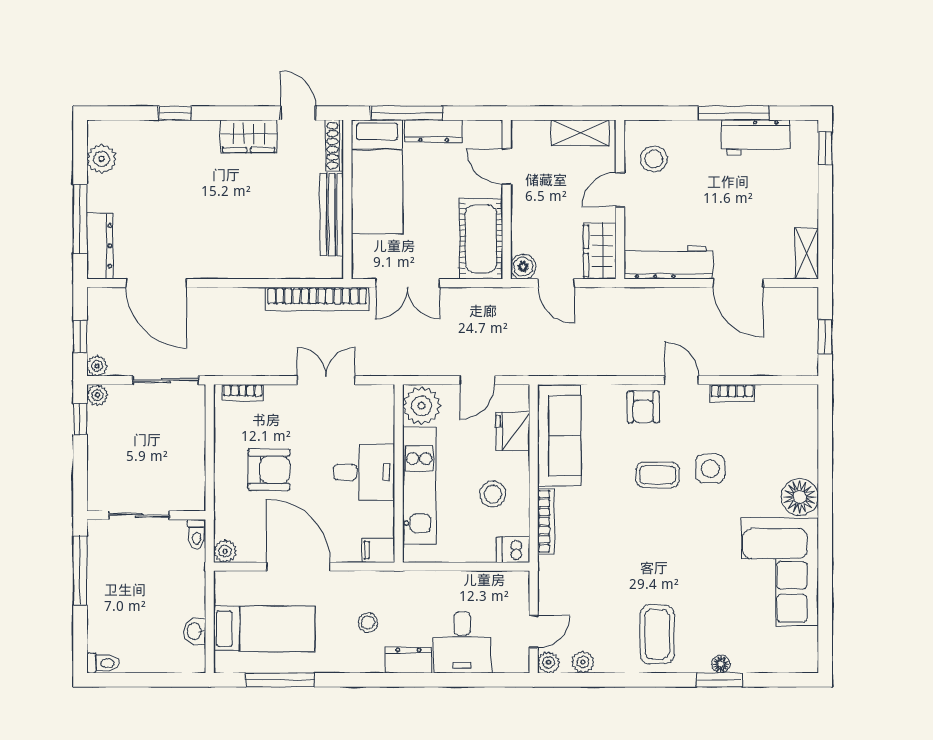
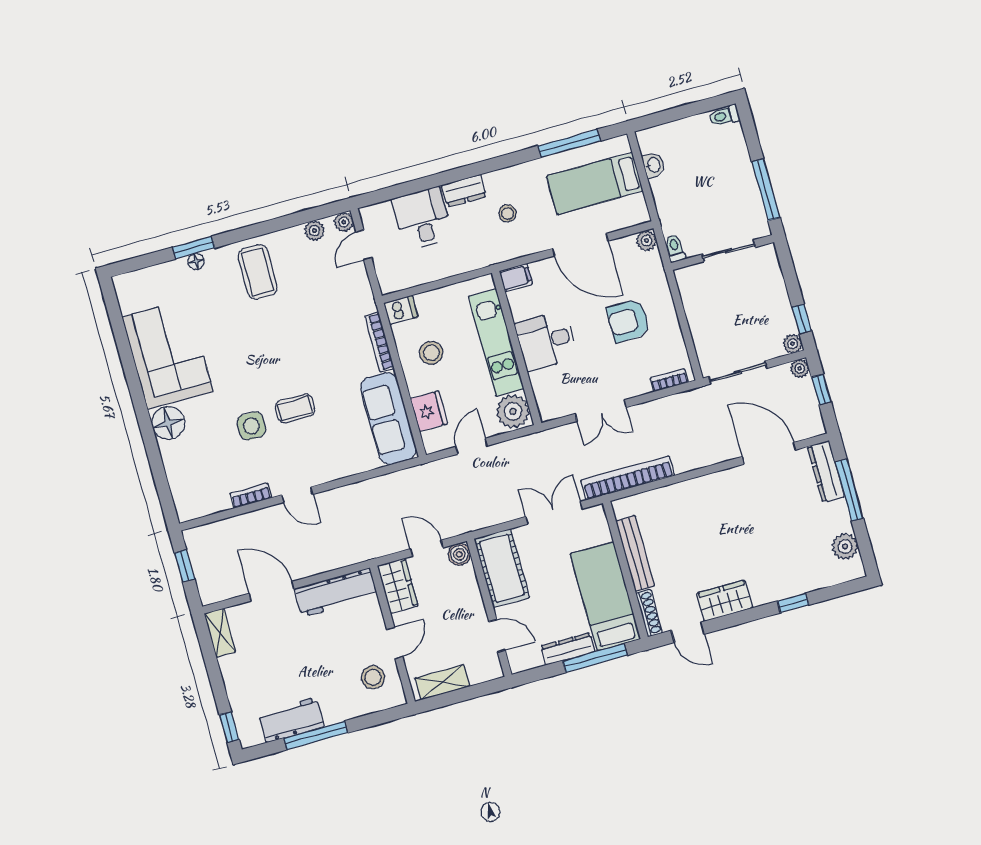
armchair: (643, 407) -> (323, 463), removed

